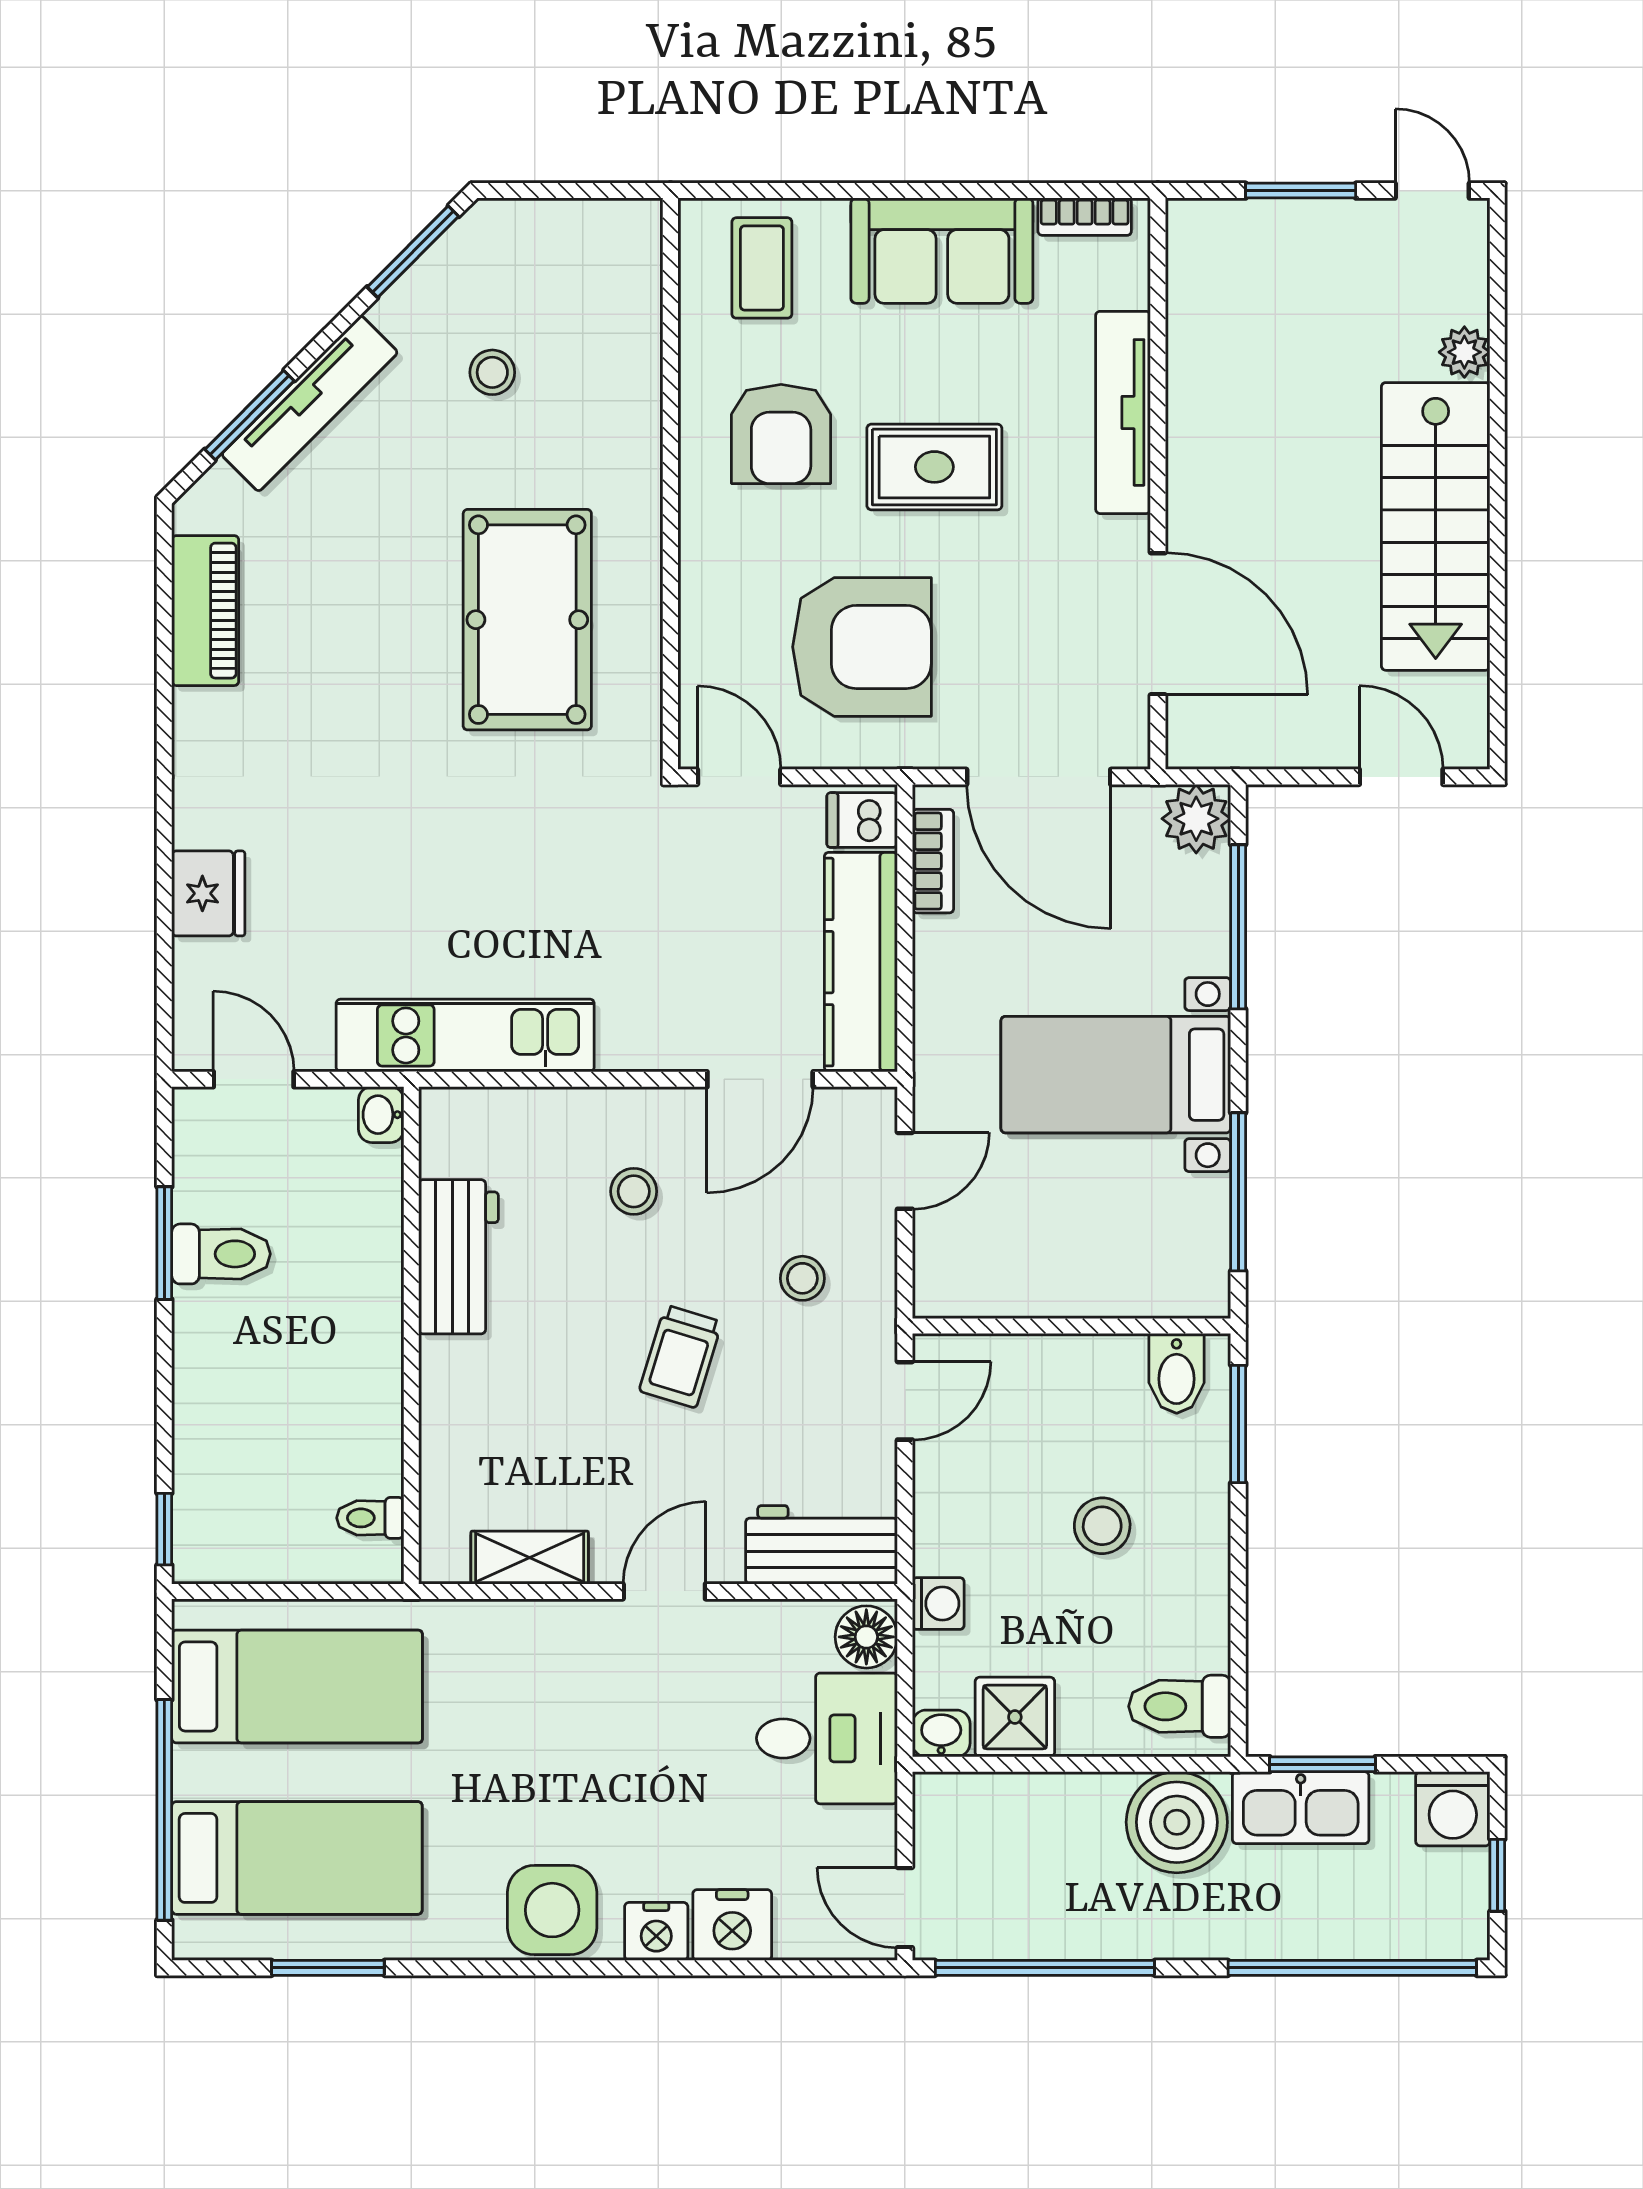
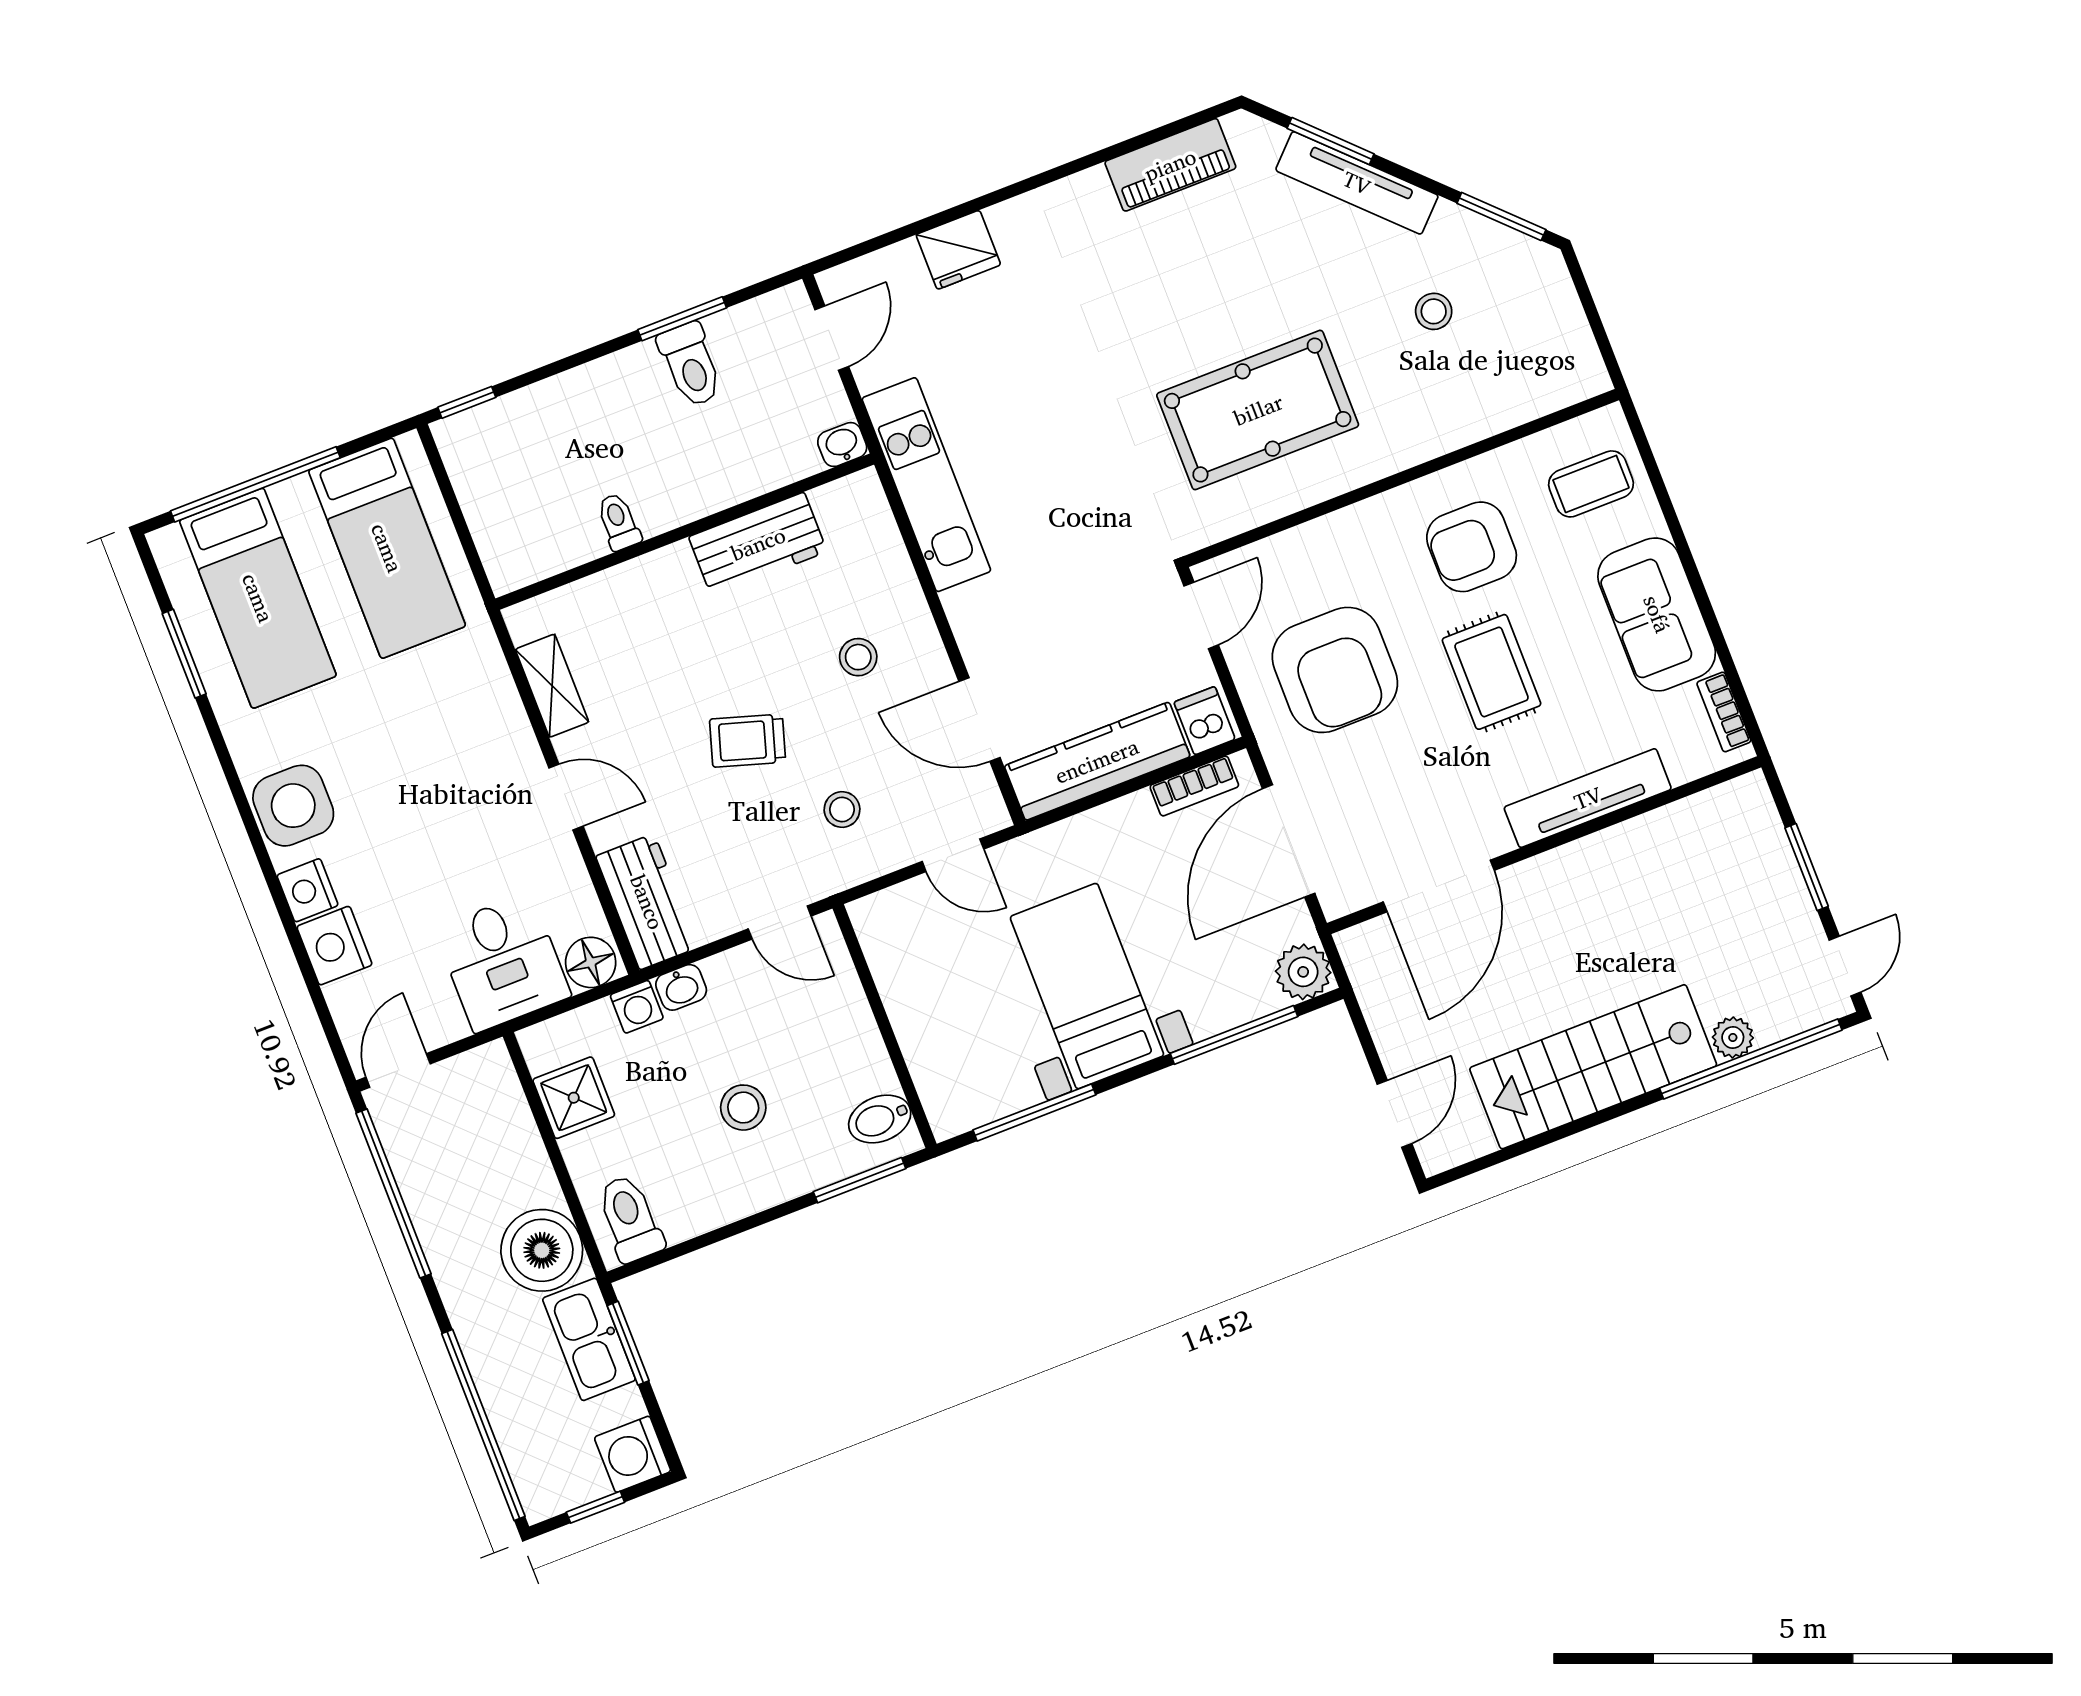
window: (1497, 341) -> (1751, 1059), added
toilet: (370, 1518) -> (619, 522), moved
washbasin: (941, 1733) -> (681, 987), moved, turned 90

